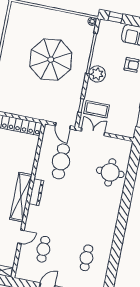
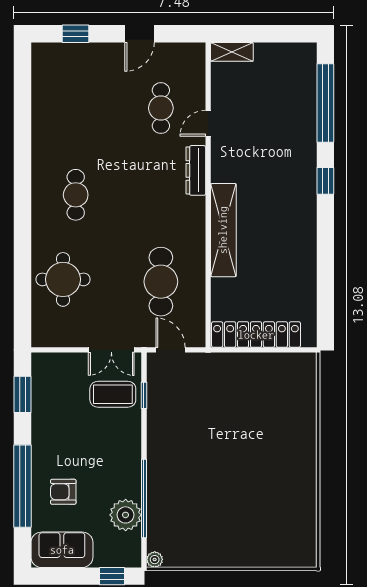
parasol: (51, 60) -> (219, 471), removed
plant: (97, 74) -> (126, 515), moved
dresser: (36, 192) -> (196, 170), moved
shelving: (21, 197) -> (223, 230), moved
cafe table: (86, 258) -> (76, 195), moved

